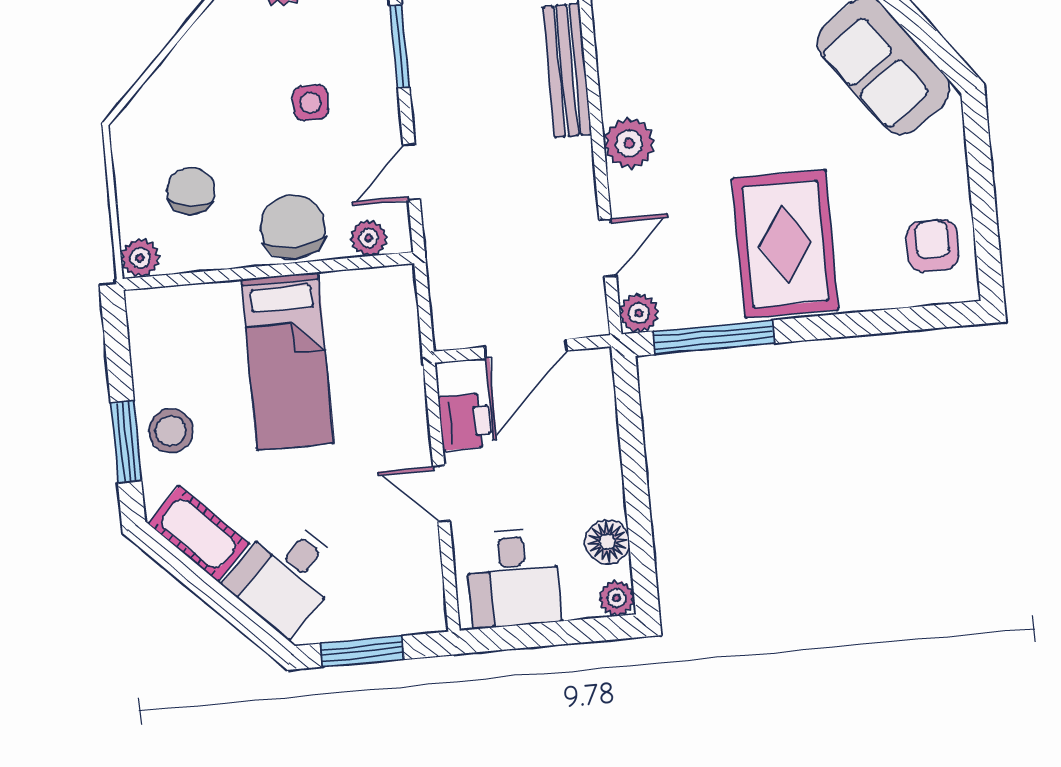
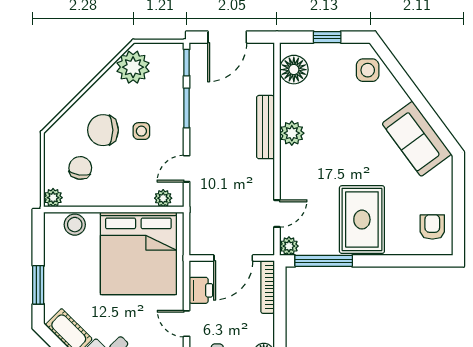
plant: (629, 143) -> (292, 133), moved
chair: (293, 227) -> (103, 130), moved, turned -90
bed: (288, 361) -> (138, 253), width x2.04
bookcase: (602, 402) -> (268, 287), added
stool: (171, 431) -> (75, 225), moved

